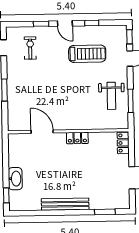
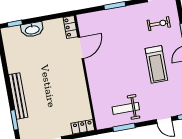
treadmill: (87, 54) -> (156, 64), moved
locker: (77, 138) -> (70, 27), moved
bench: (65, 204) -> (18, 96), moved

